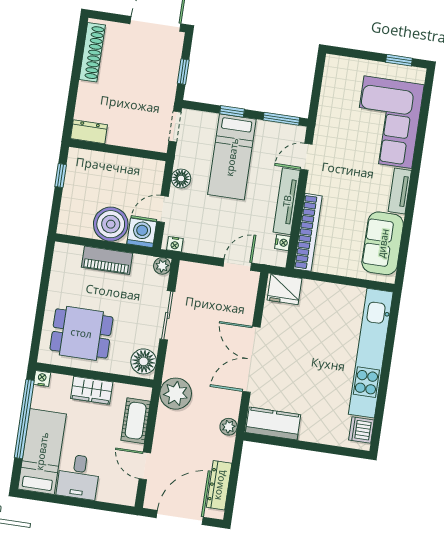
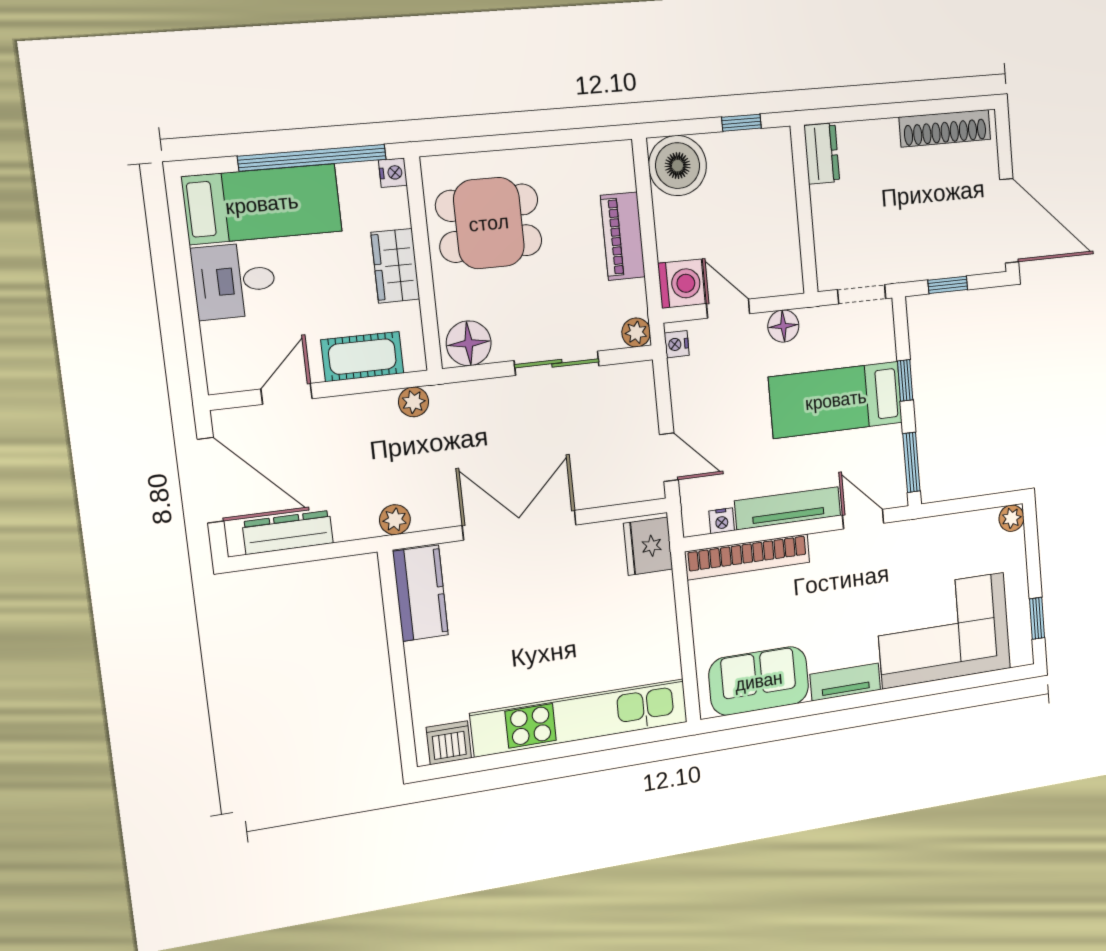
plant: (333, 63) -> (1011, 518), added
boiler: (111, 224) -> (678, 166), moved
dining table: (81, 333) -> (489, 223), turned 90
plant: (176, 394) -> (414, 402), width x0.53, depth x0.53

